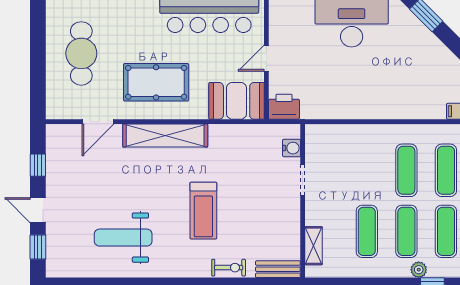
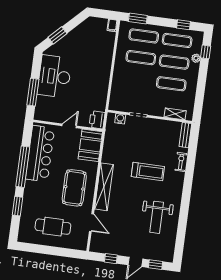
door: (266, 58) -> (69, 126), swing flipped

